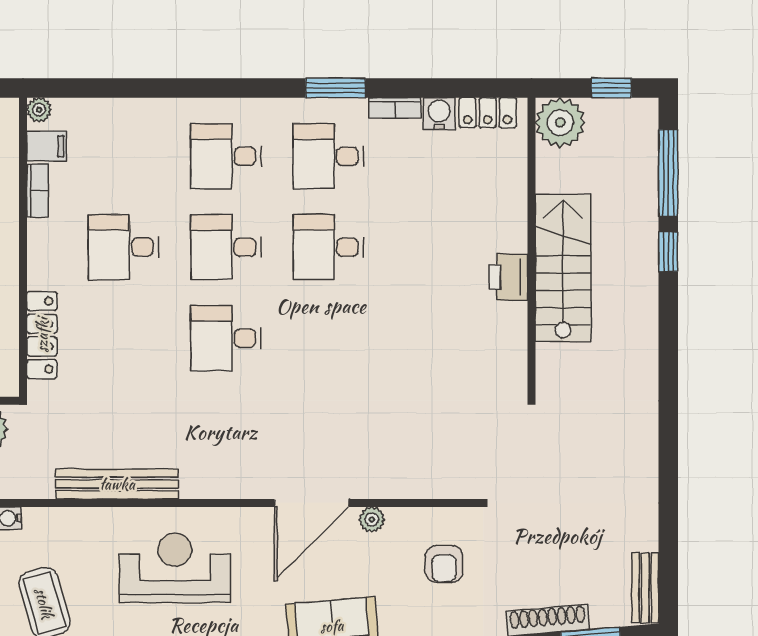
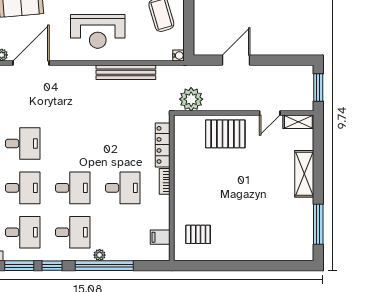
window: (161, 88) -> (104, 266), added
window: (268, 88) -> (52, 266), added
plant: (39, 110) -> (100, 255), moved
bookcase: (38, 191) -> (165, 181), moved
desk: (226, 338) -> (23, 144), moved

